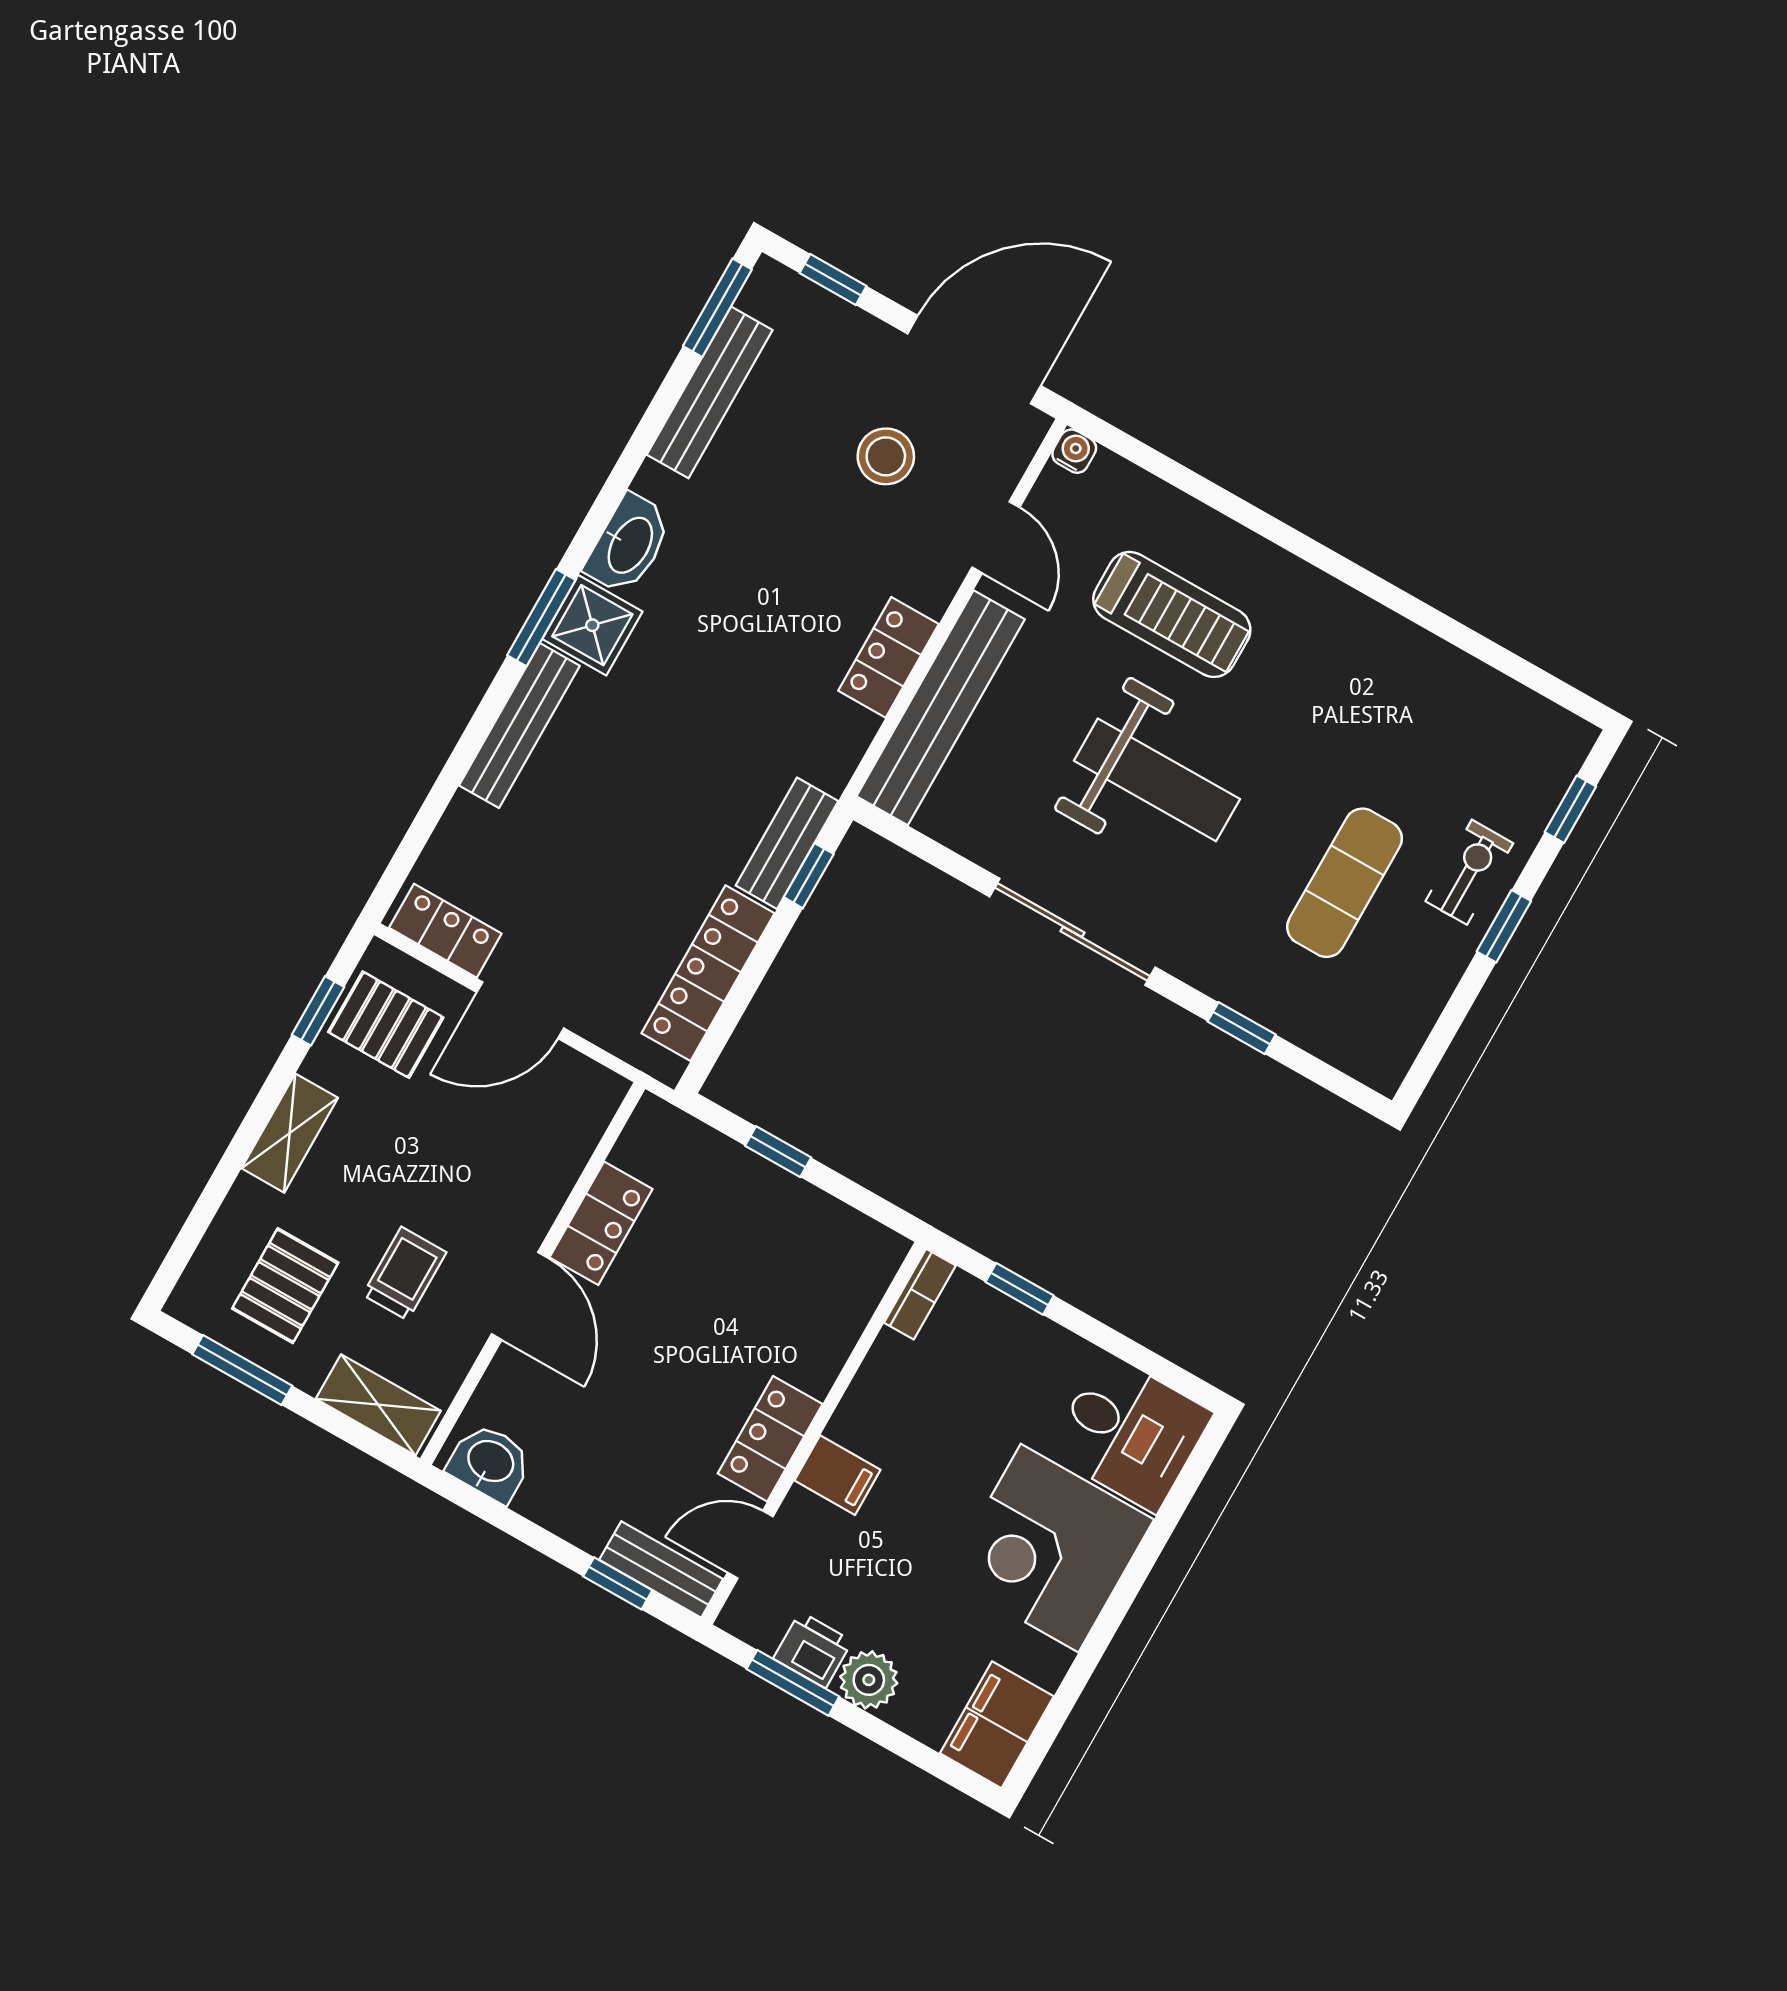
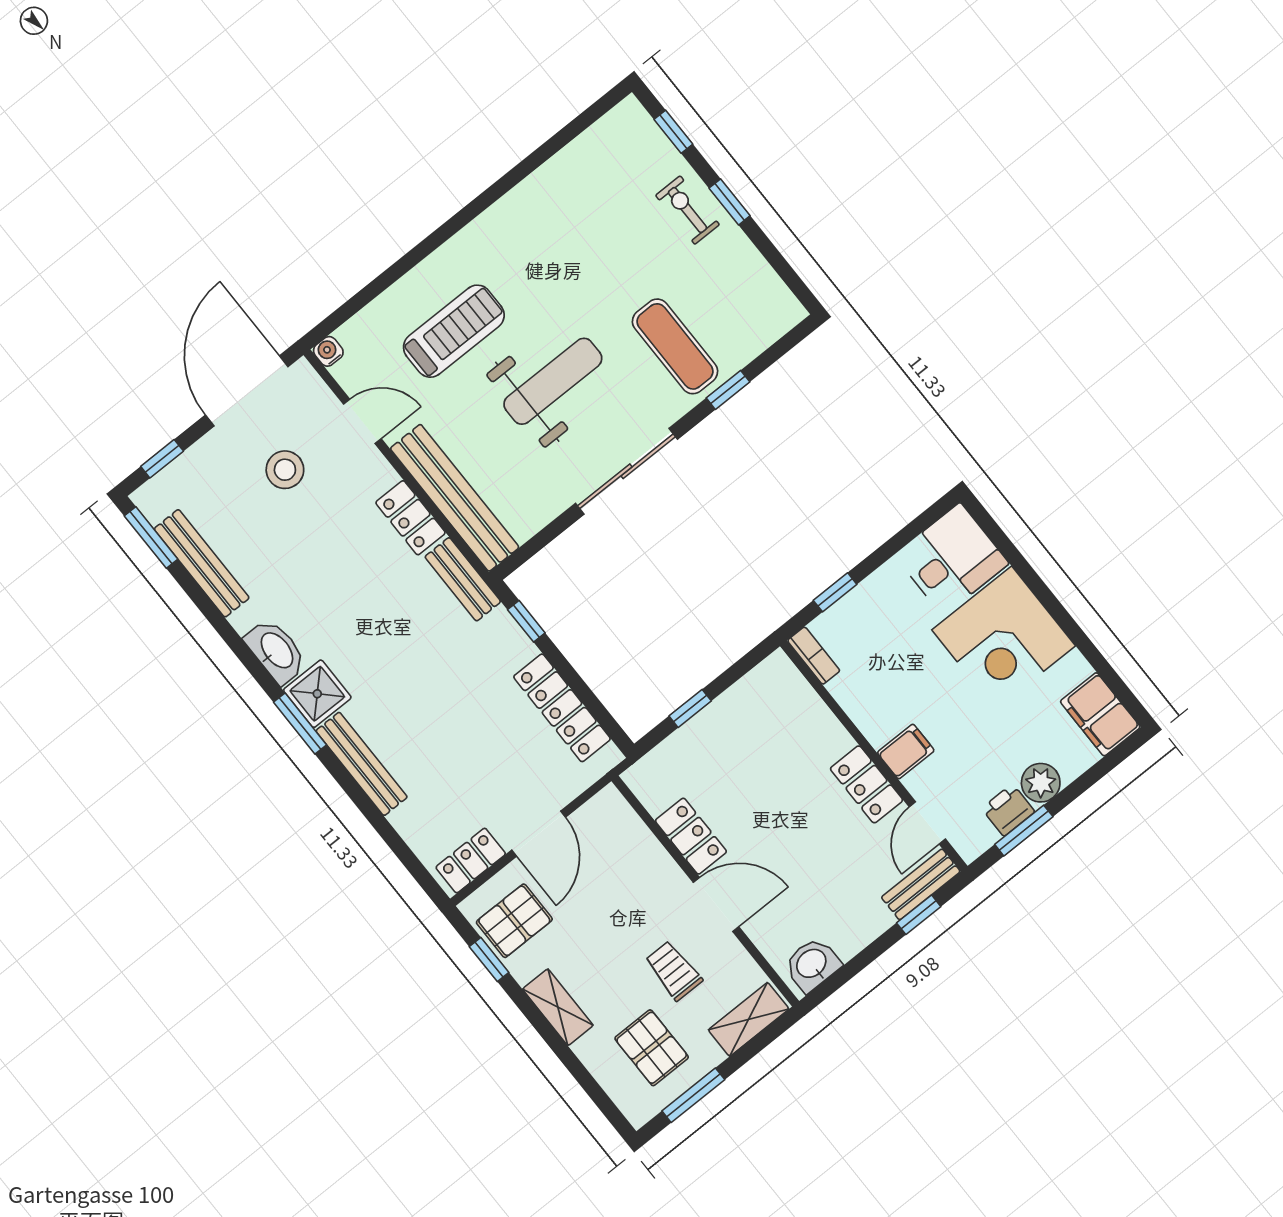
bench: (787, 843) -> (463, 579), moved
exercise mat: (1345, 883) -> (675, 346), moved

